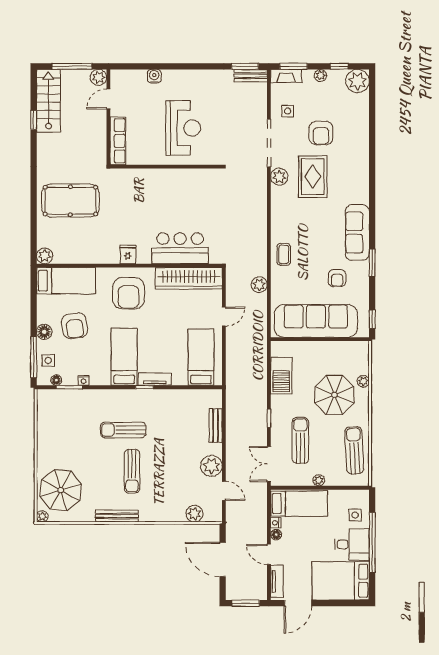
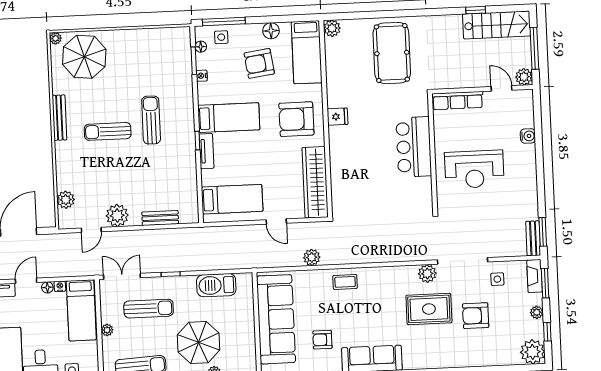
bar counter: (180, 248) -> (414, 147), moved, turned 180
floor lamp: (44, 332) -> (271, 31), moved

